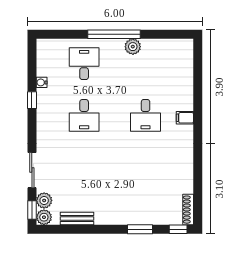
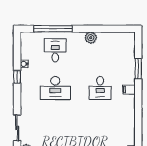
window: (114, 34) -> (53, 29), moved
window: (198, 89) -> (138, 69), added
desk: (84, 115) -> (55, 88), width x1.37

